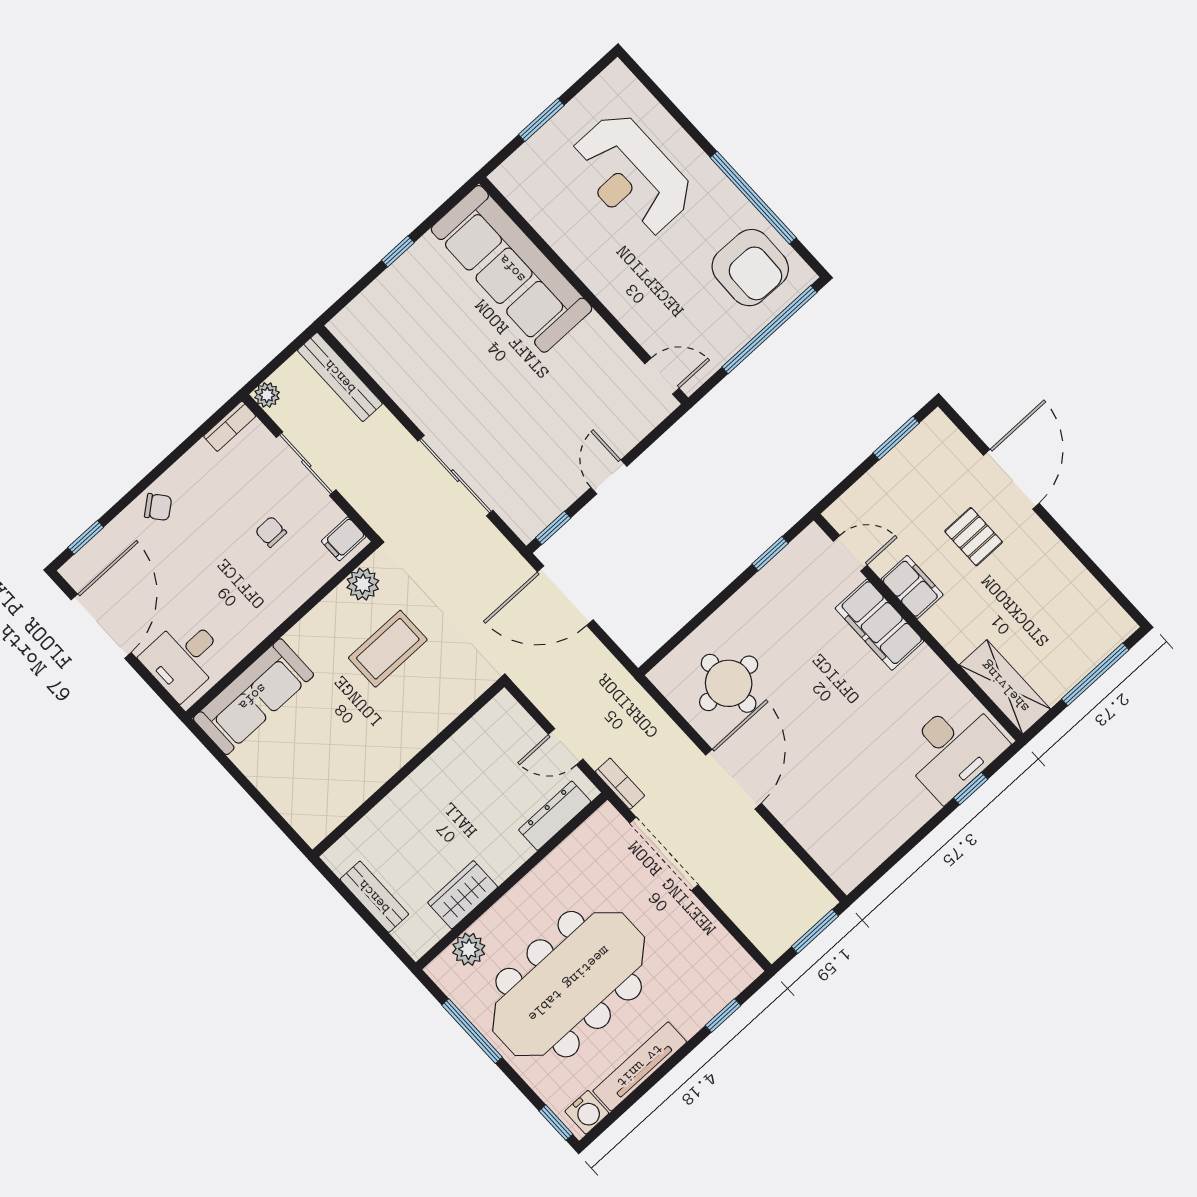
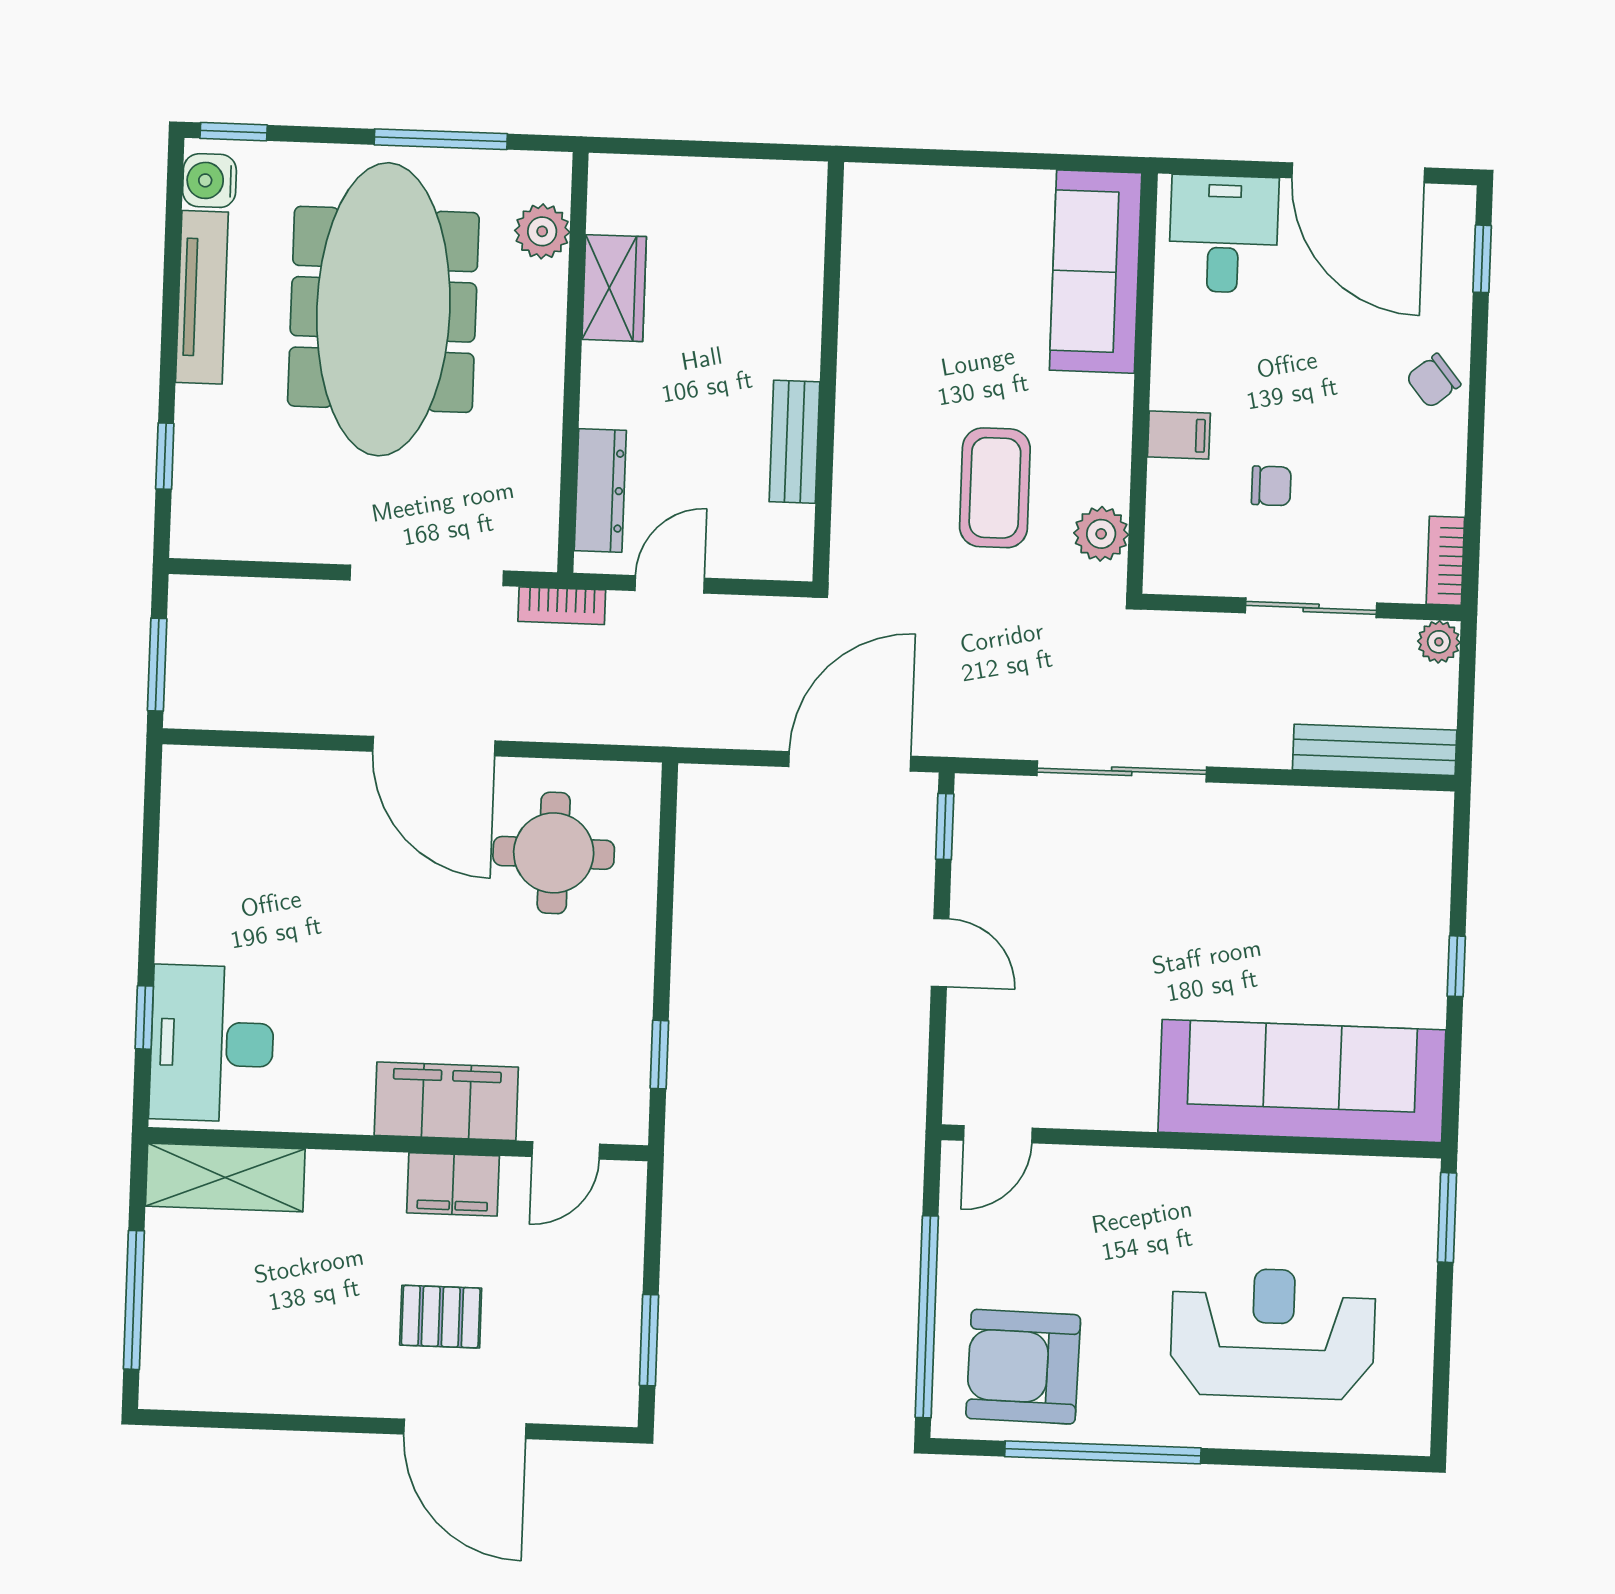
window: (541, 120) -> (1447, 1217), moved
filing cabinet: (344, 539) -> (1179, 435), moved, turned 90
bench: (374, 897) -> (794, 442), moved, turned 90

